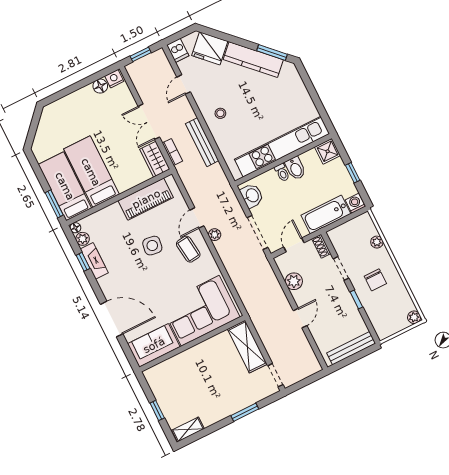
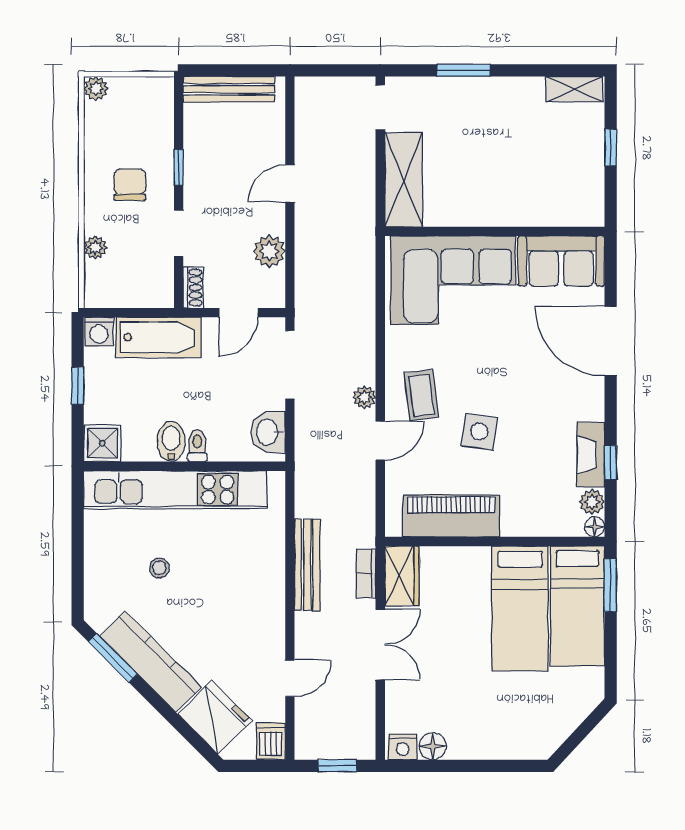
stool: (220, 113) -> (159, 568), moved

